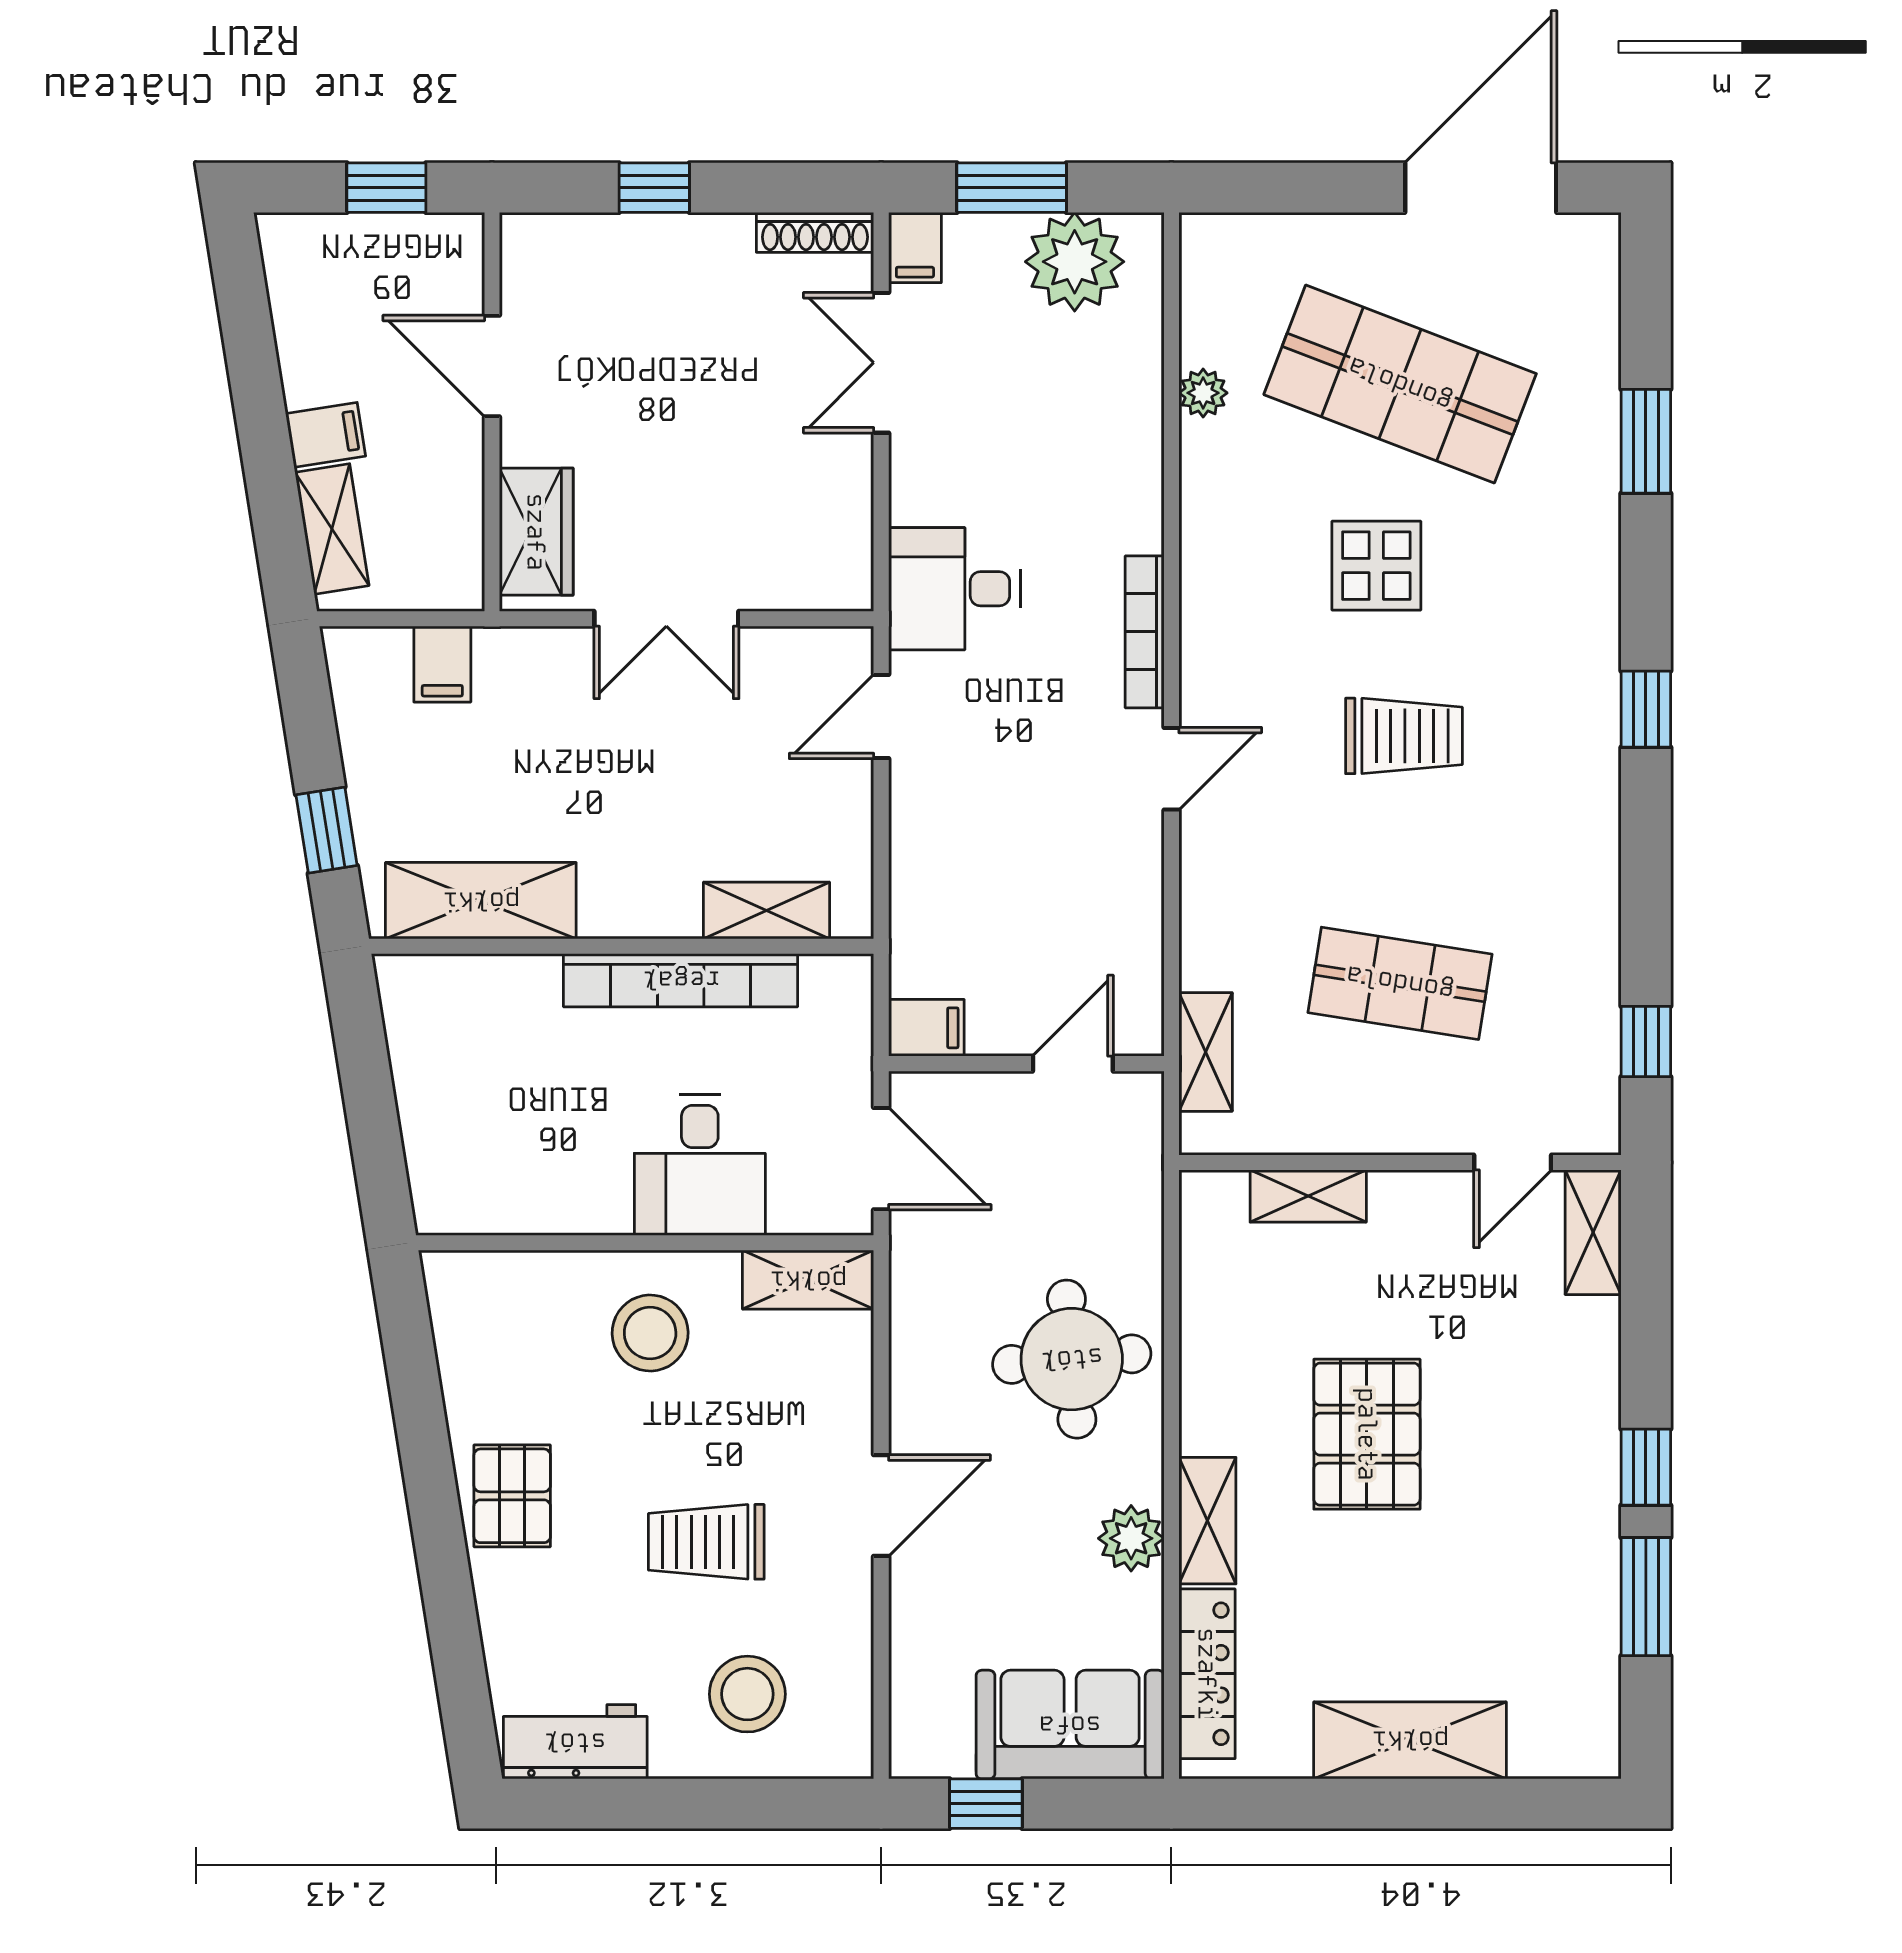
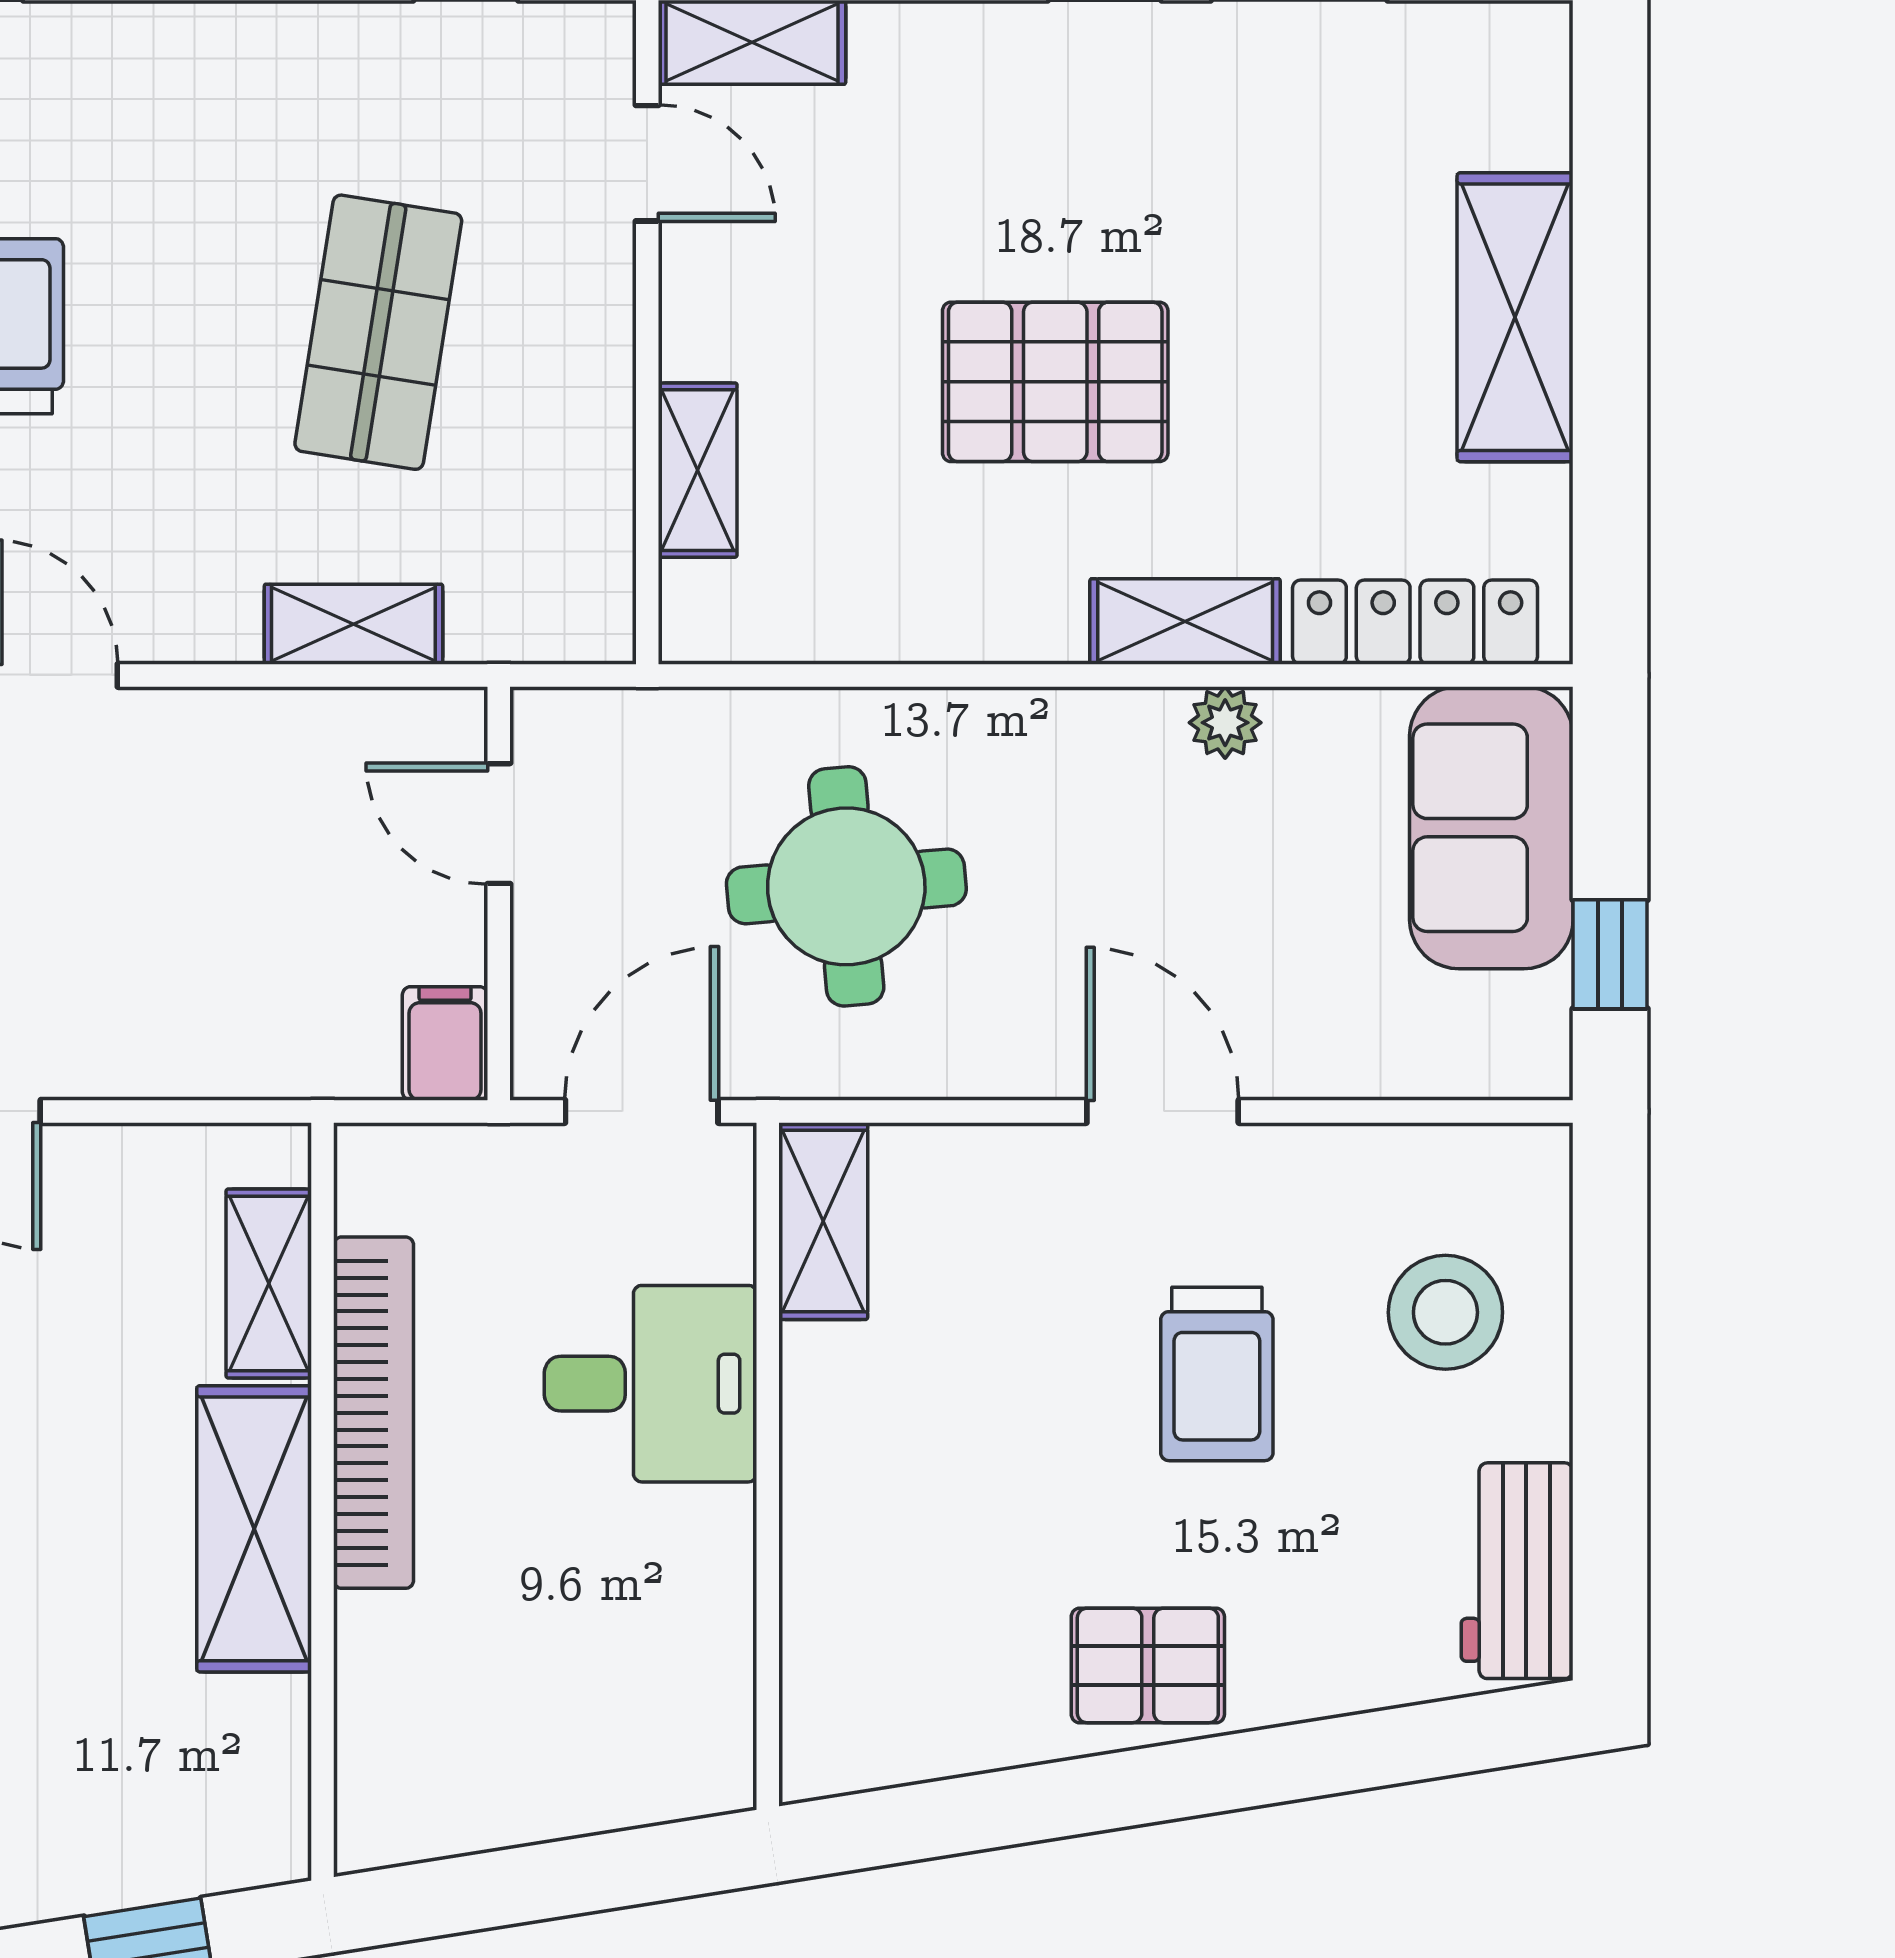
shelving: (481, 901) -> (254, 1529), moved
shelving: (1206, 1052) -> (353, 624), moved
stool: (650, 1333) -> (903, 1458), removed
round table: (1072, 1359) -> (846, 886), moved
plant: (1131, 1538) -> (1225, 723), width x0.73, depth x0.73

